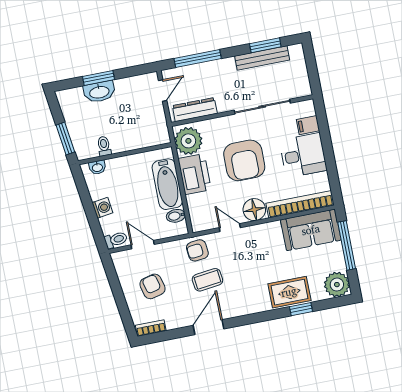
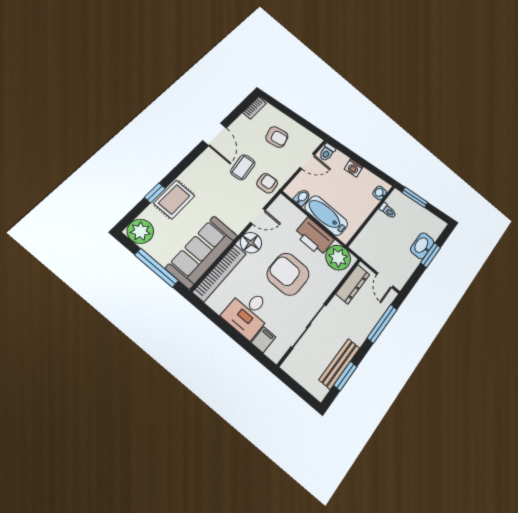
sofa: (311, 230) -> (202, 252), width x1.36

